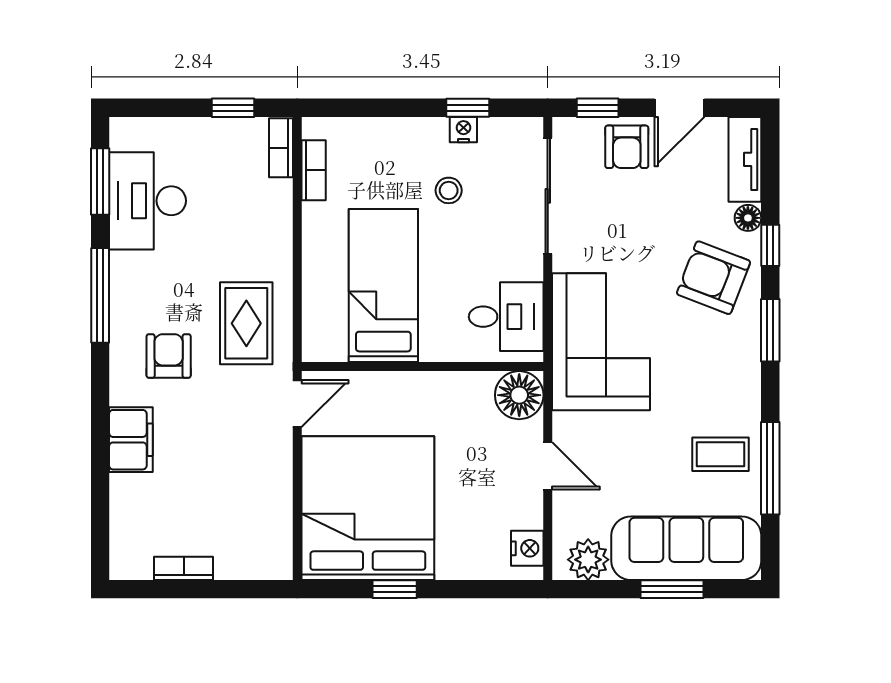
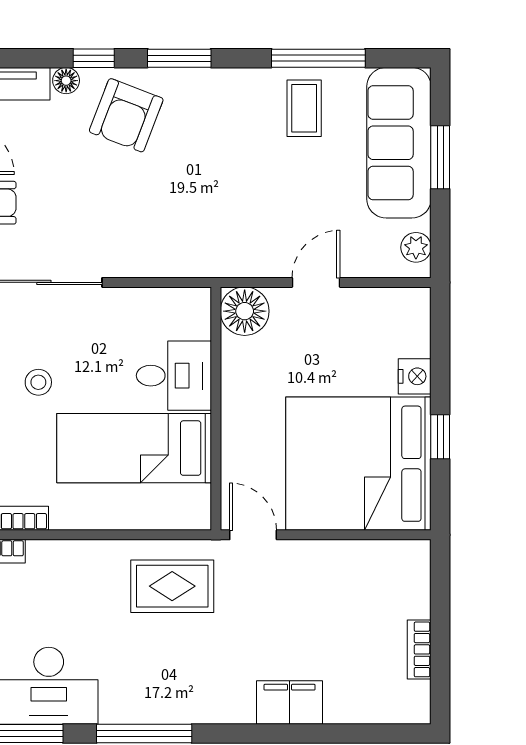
desk: (506, 317) -> (174, 376), moved, turned 90
corner sofa: (601, 342) -> (191, 229), removed
armchair: (169, 356) -> (205, 664), removed
nightstand: (527, 548) -> (415, 376), moved, turned 90
plant: (588, 560) -> (416, 247), width x0.73, depth x0.73

